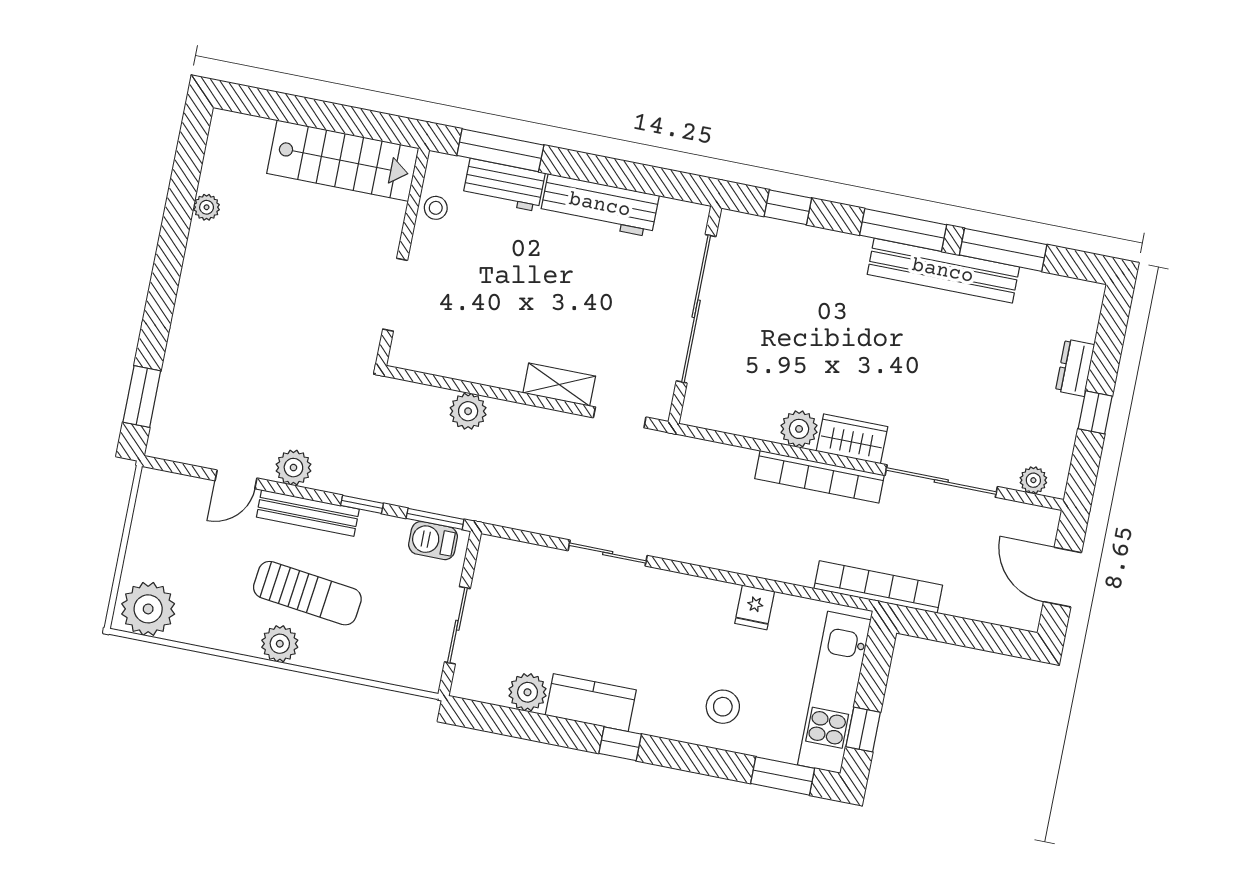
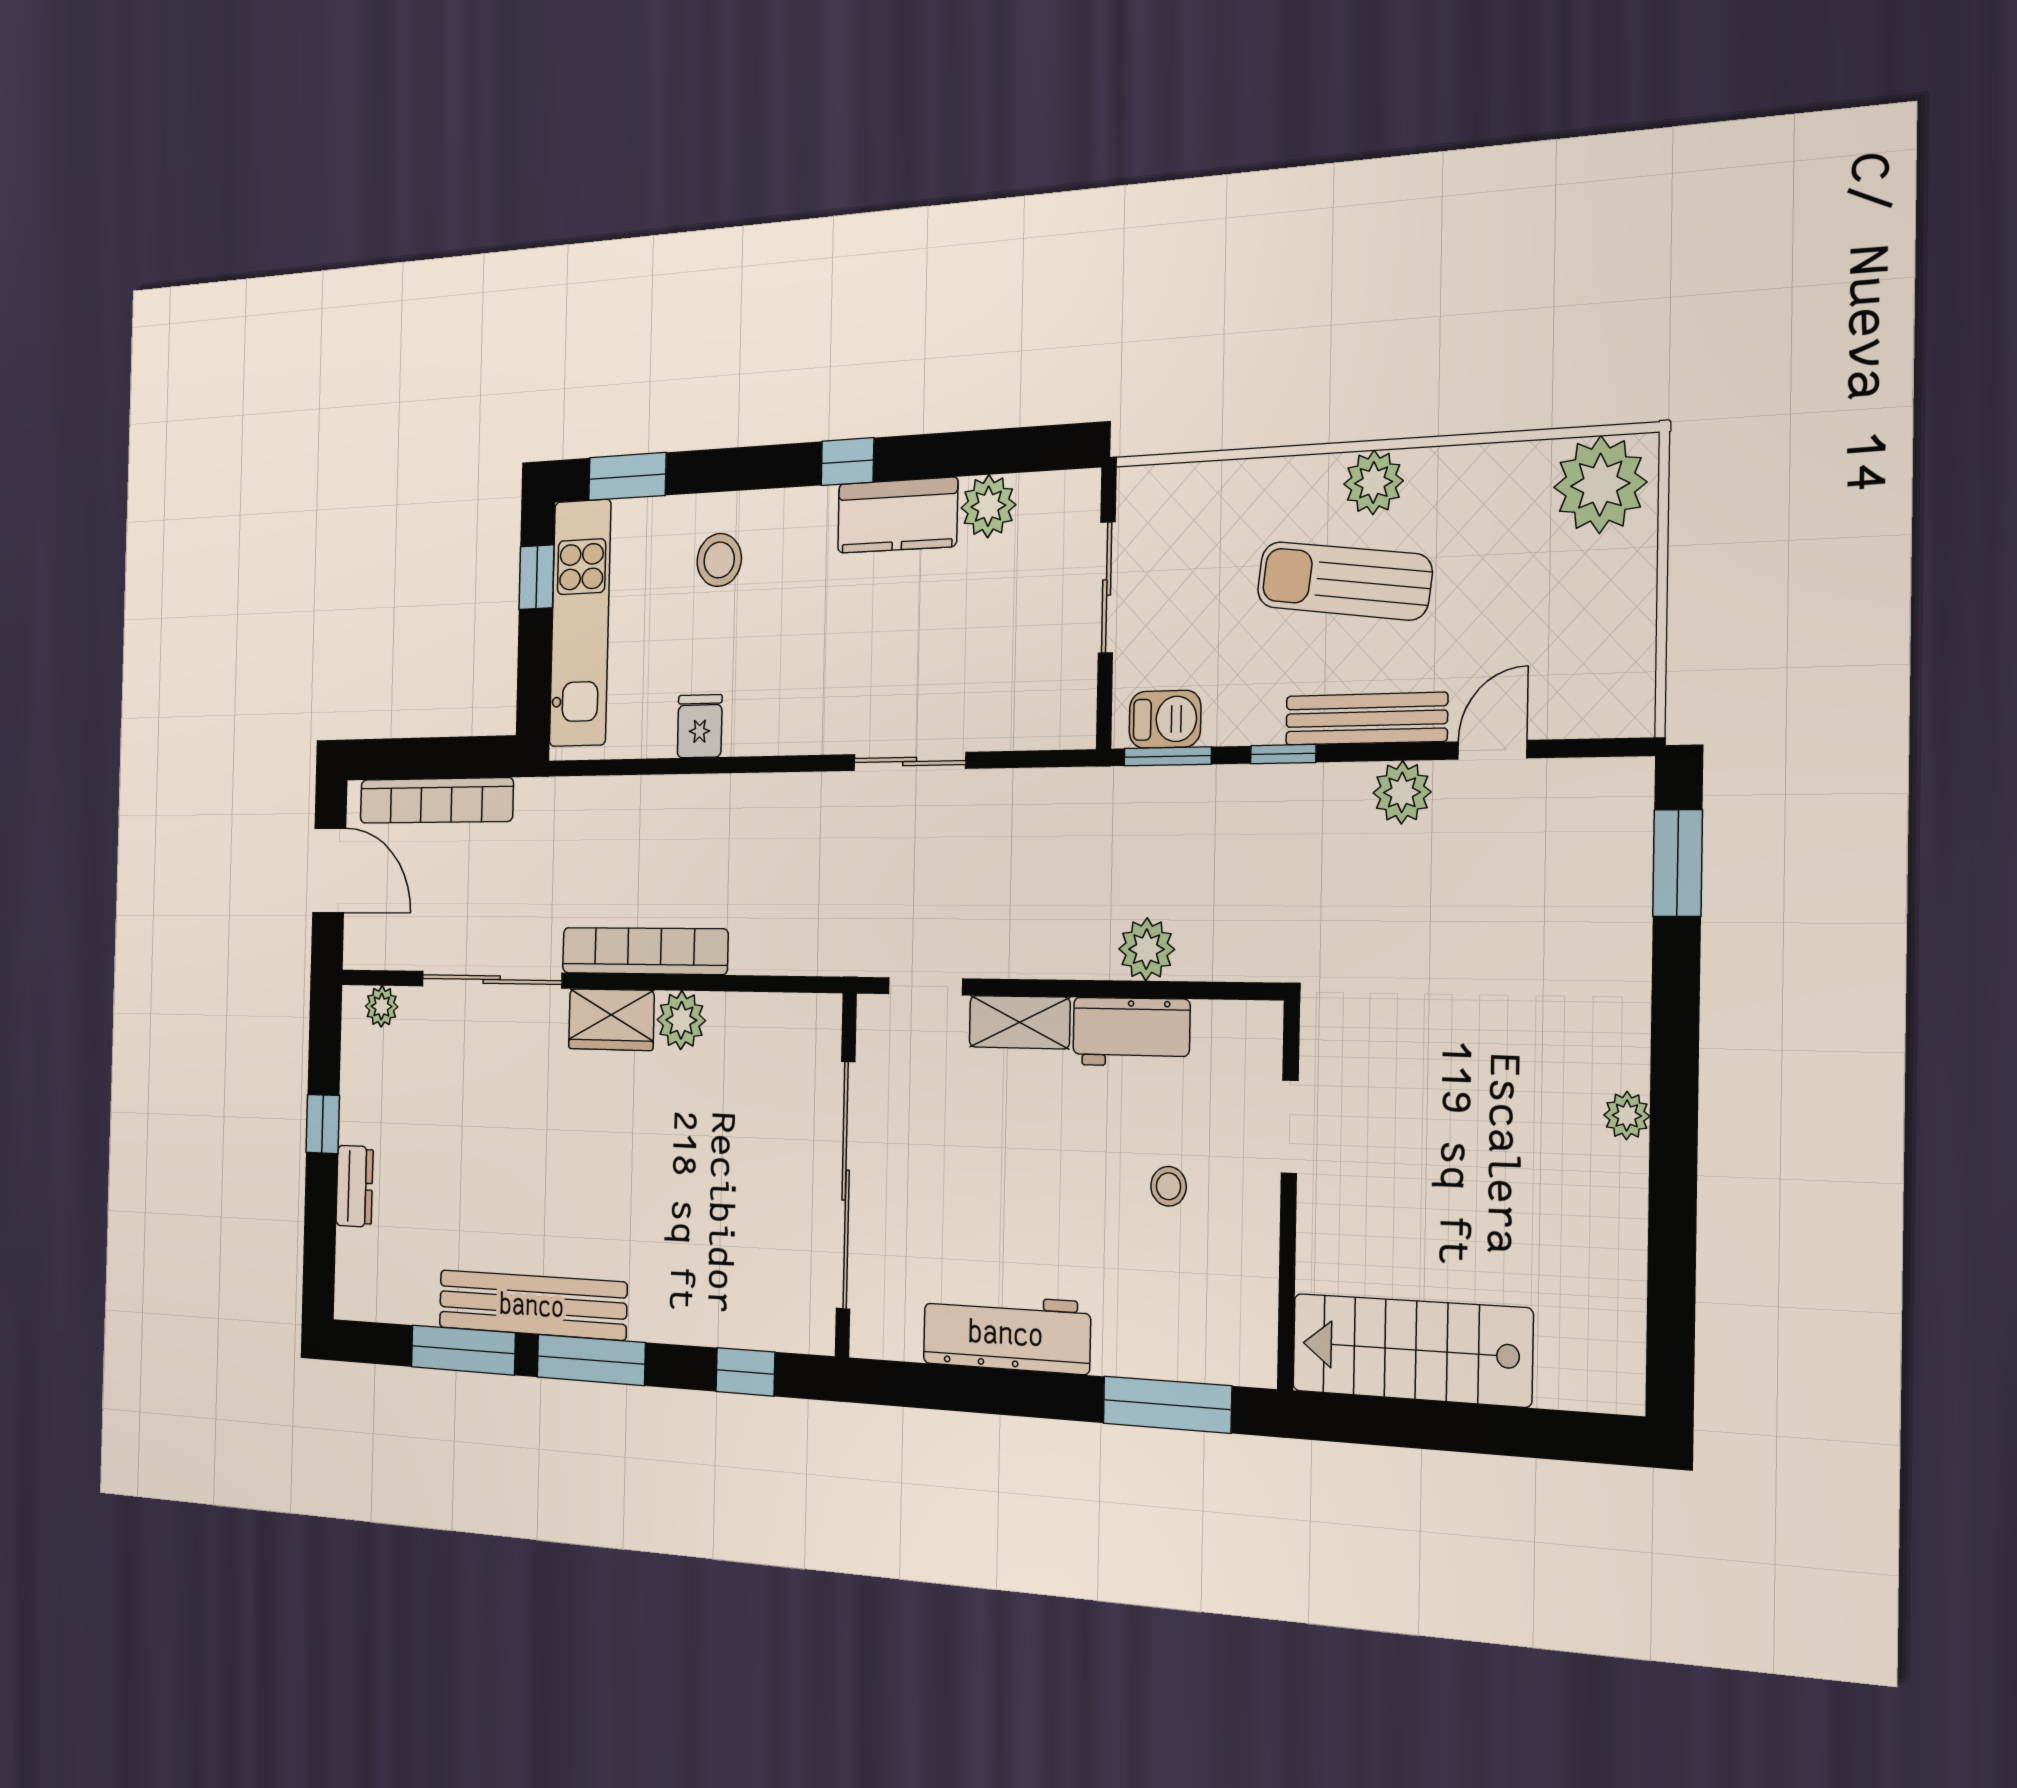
workbench: (504, 185) -> (1131, 1032), moved, turned 180
plant: (207, 207) -> (1627, 1116), moved
stool: (436, 208) -> (1169, 1186), moved
doorway: (395, 295) -> (1290, 1127), width x0.73
bookcase: (878, 587) -> (436, 801), moved

